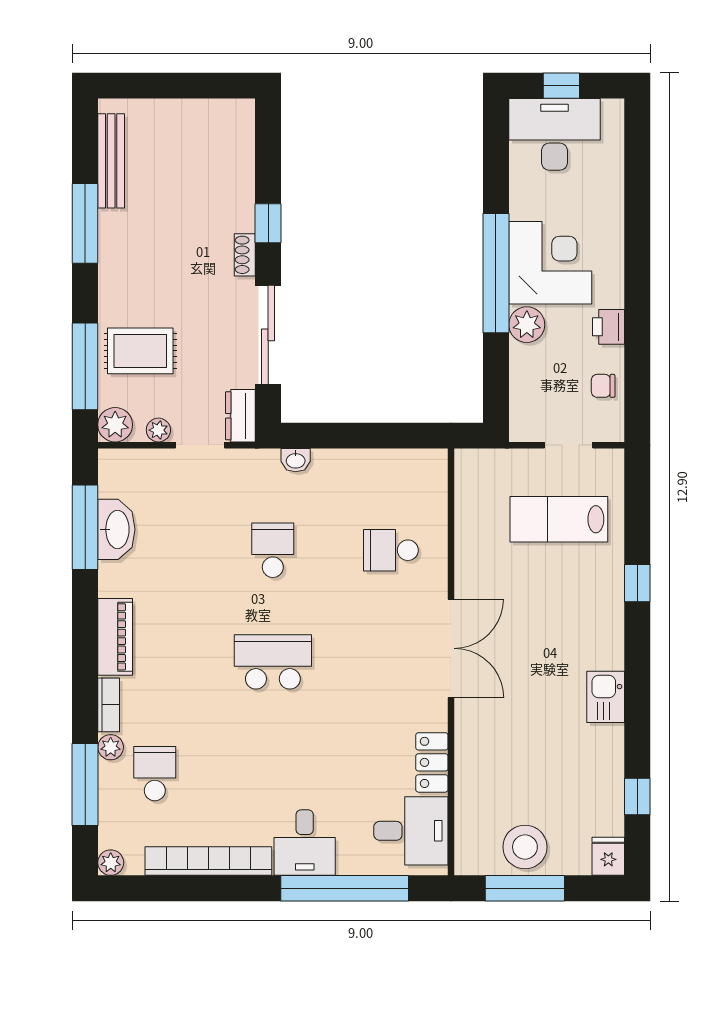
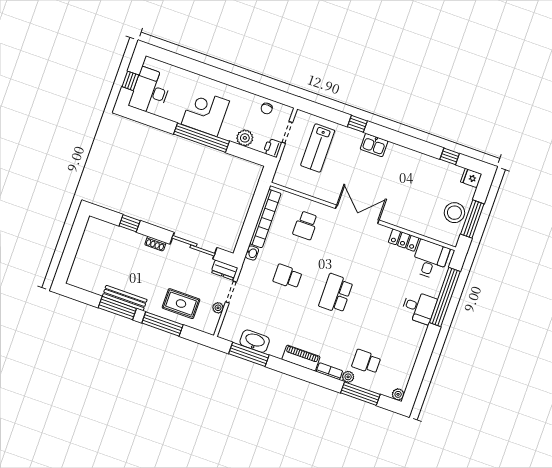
bench: (111, 161) -> (125, 298), moved
window: (268, 223) -> (130, 223), moved
plant: (527, 325) -> (245, 138), moved
printer: (609, 327) -> (272, 148), moved, turned 90
rug: (140, 351) -> (181, 304), turned 90
window: (85, 366) -> (162, 324), moved
plant: (115, 425) -> (209, 326), removed
kitchen sink: (606, 697) -> (374, 145), moved
bookcase: (208, 861) -> (265, 219), moved, turned 180

